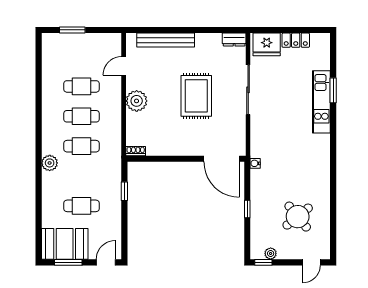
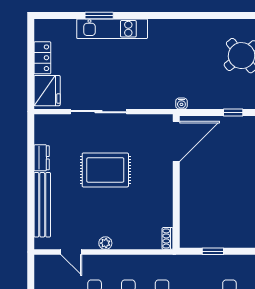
dresser: (234, 39) -> (42, 158), moved
plant: (137, 101) -> (105, 243), width x0.53, depth x0.53

